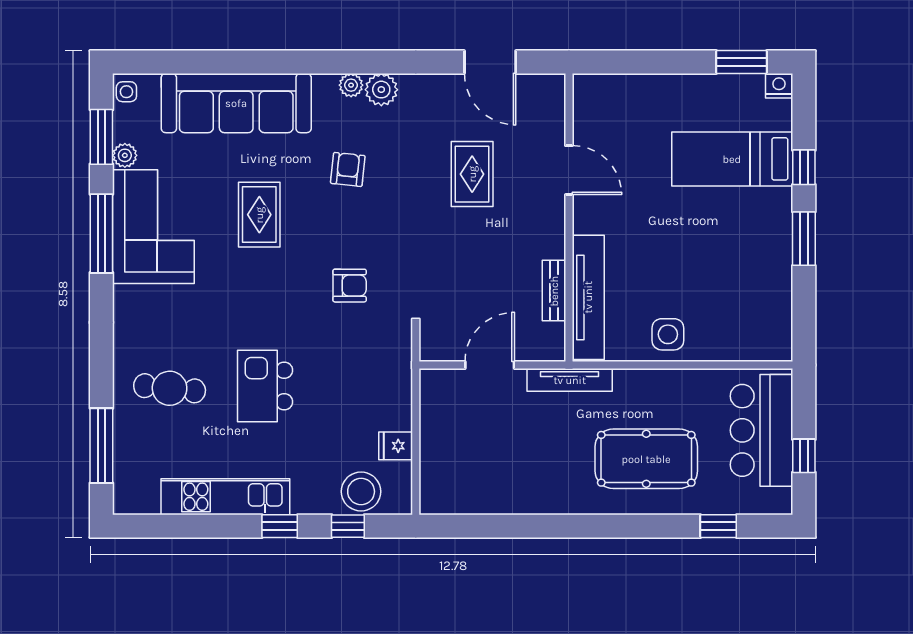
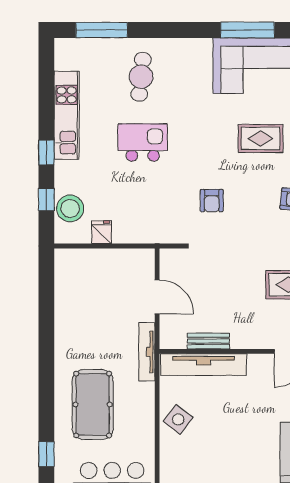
side table: (668, 334) -> (178, 419), turned 37

